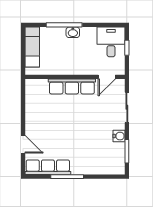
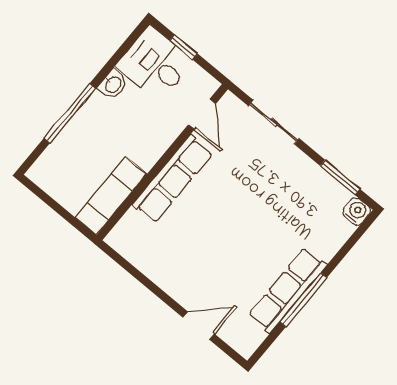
washbasin: (73, 32) -> (113, 84), moved
exam couch: (32, 47) -> (111, 196), moved, turned -90
water cooler: (119, 136) -> (357, 211), moved
row of seats: (48, 167) -> (287, 290), moved

